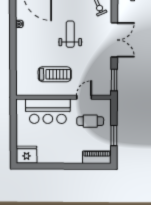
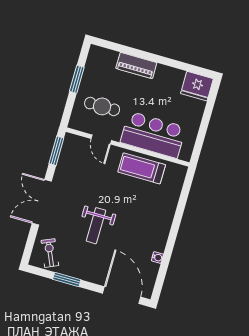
treadmill: (55, 74) -> (142, 168), moved
door: (84, 97) -> (101, 140), hinge flipped
piano: (97, 157) -> (136, 66), moved

